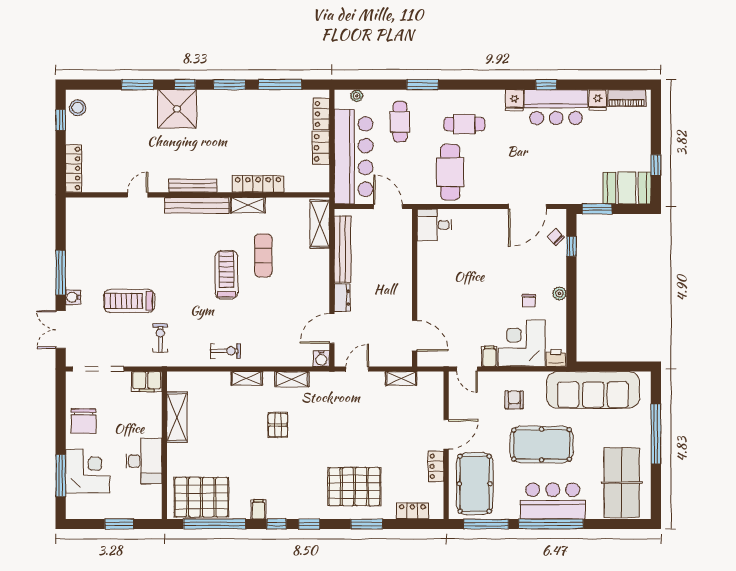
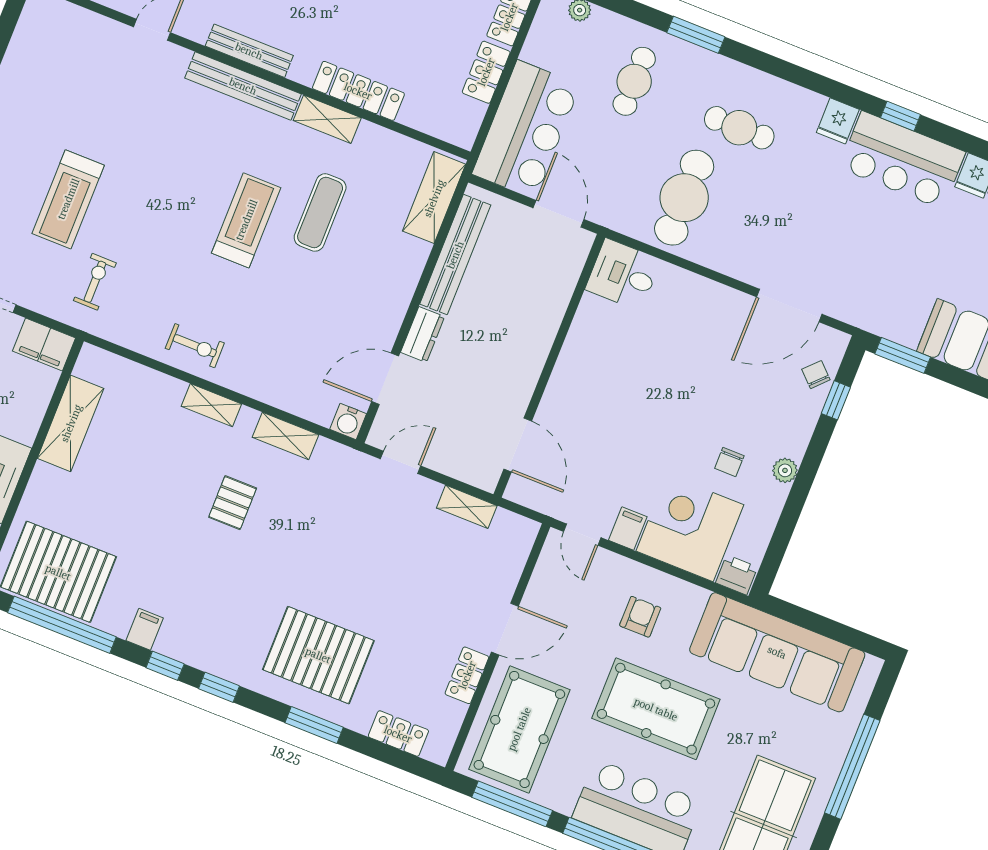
bar counter: (354, 157) -> (526, 129), width x0.73
treadmill: (129, 301) -> (68, 199), turned -90

